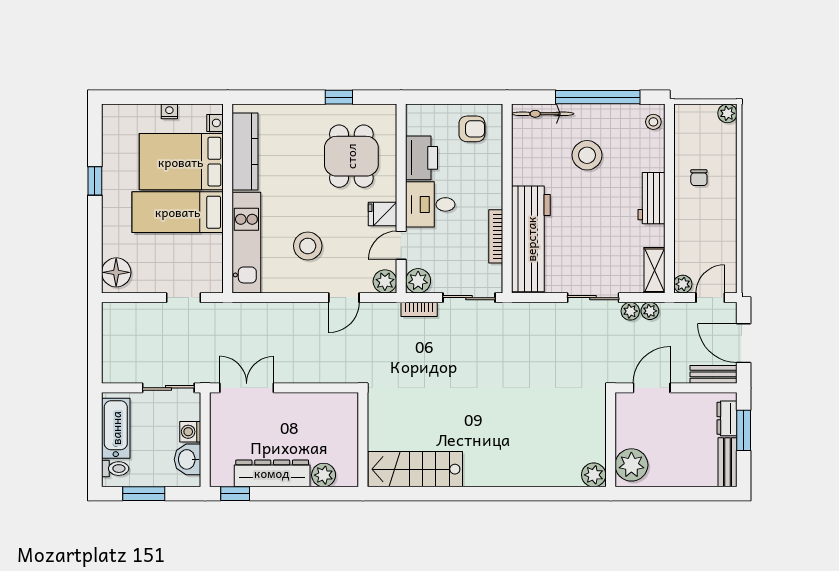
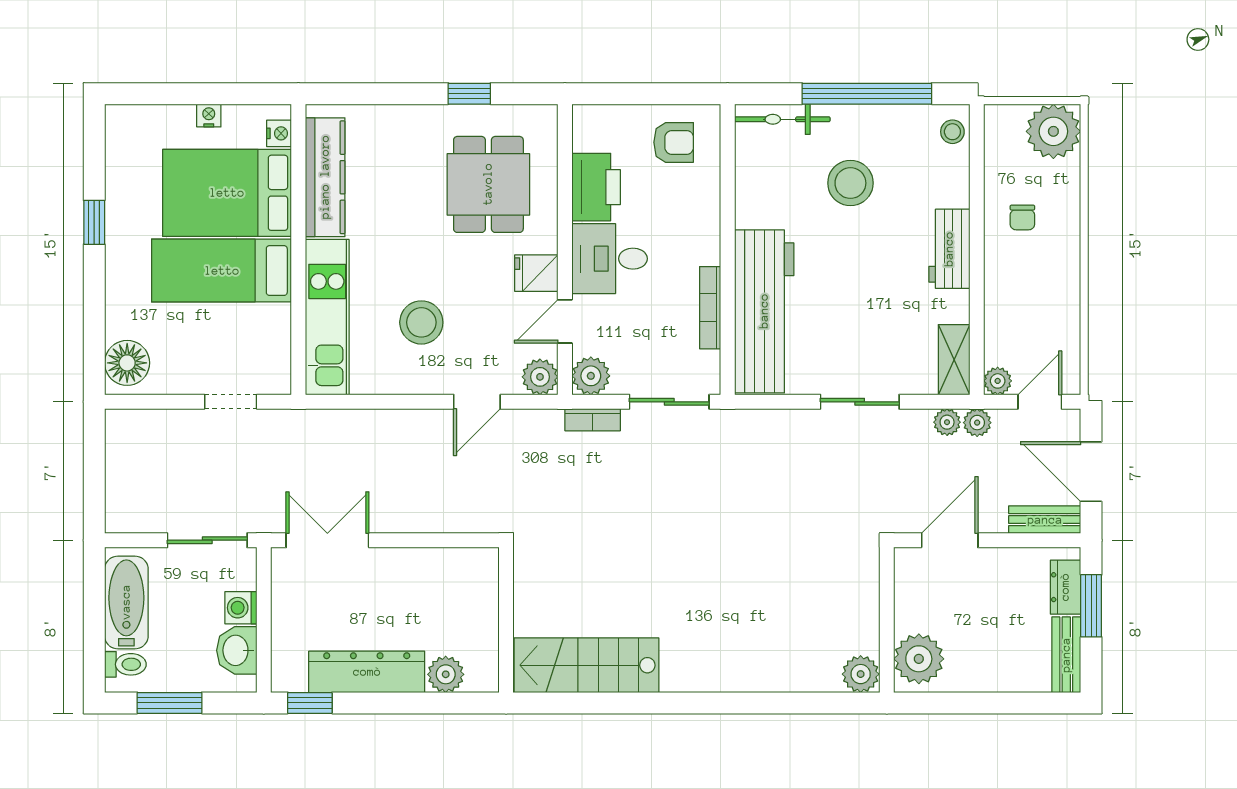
plant: (727, 113) -> (1053, 131), width x1.87, depth x1.87
plant: (630, 311) -> (977, 423), moved

